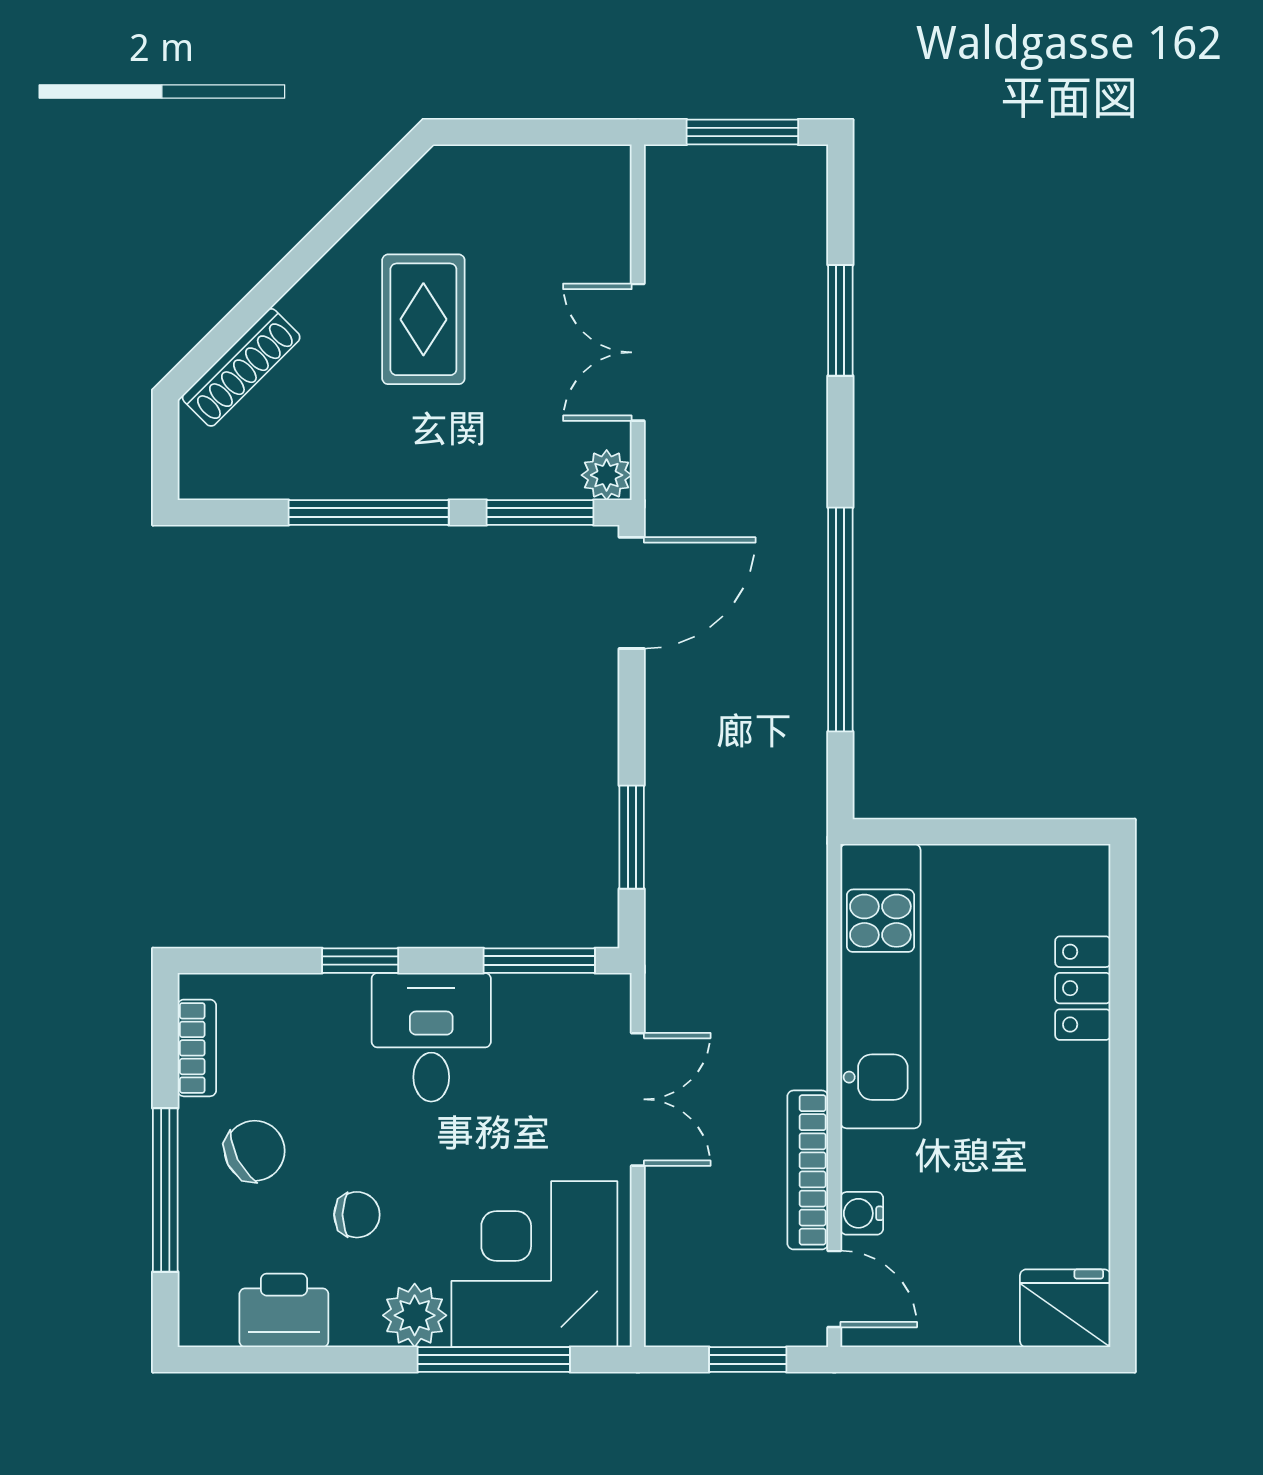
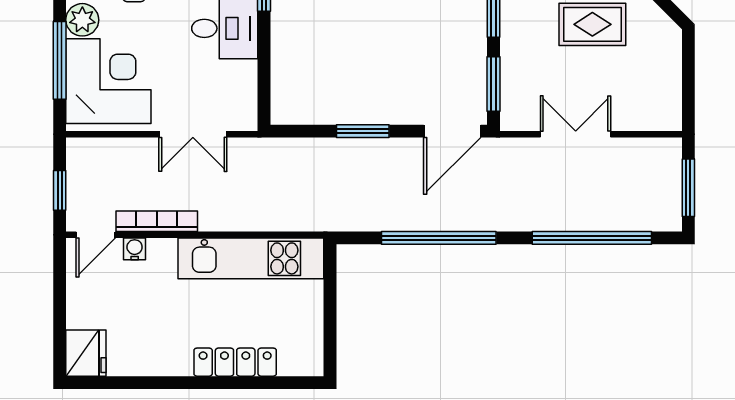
window: (840, 320) -> (592, 238), width x2.11
plant: (607, 475) -> (513, 118), removed
door: (632, 593) -> (452, 131), hinge flipped
window: (632, 837) -> (363, 131), moved
window: (539, 961) -> (264, 84), removed
locker: (1083, 988) -> (235, 362), width x1.53

